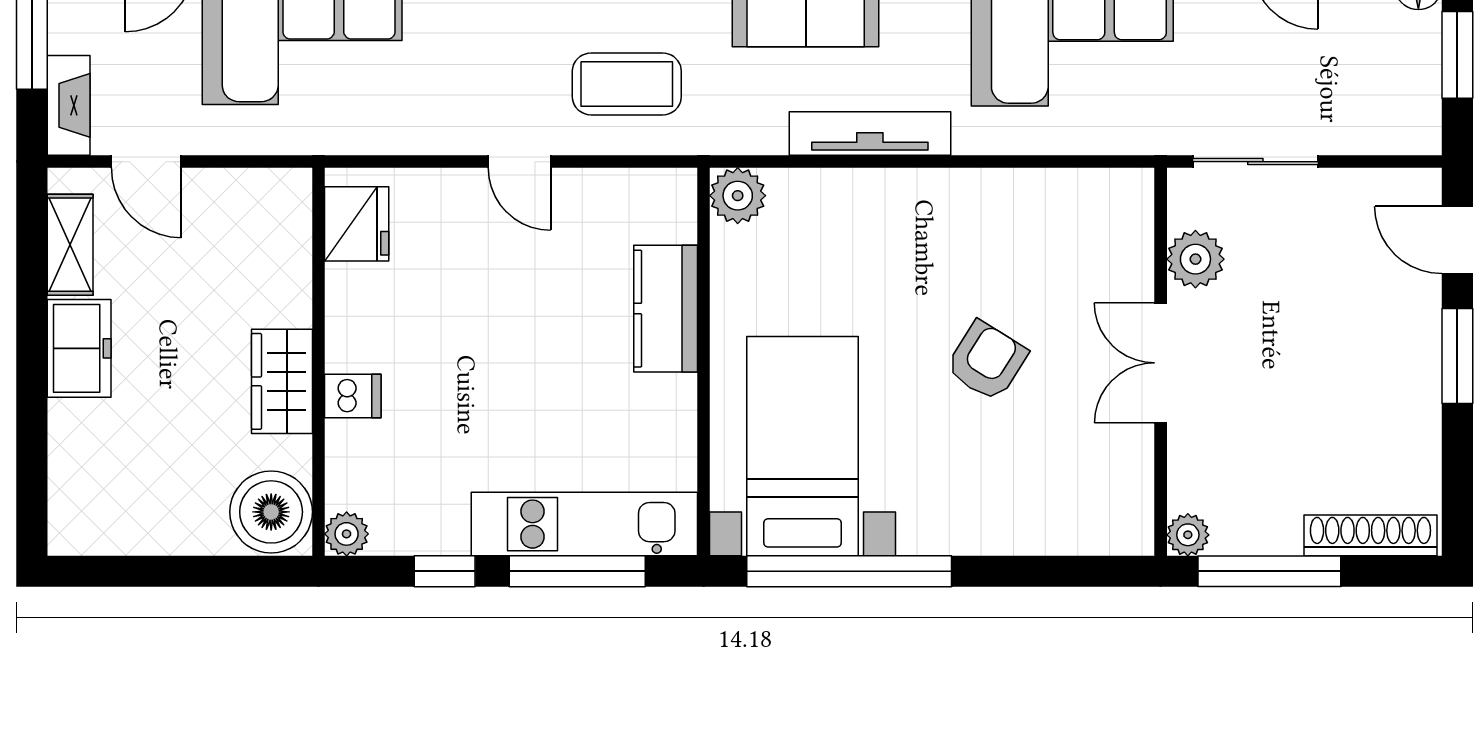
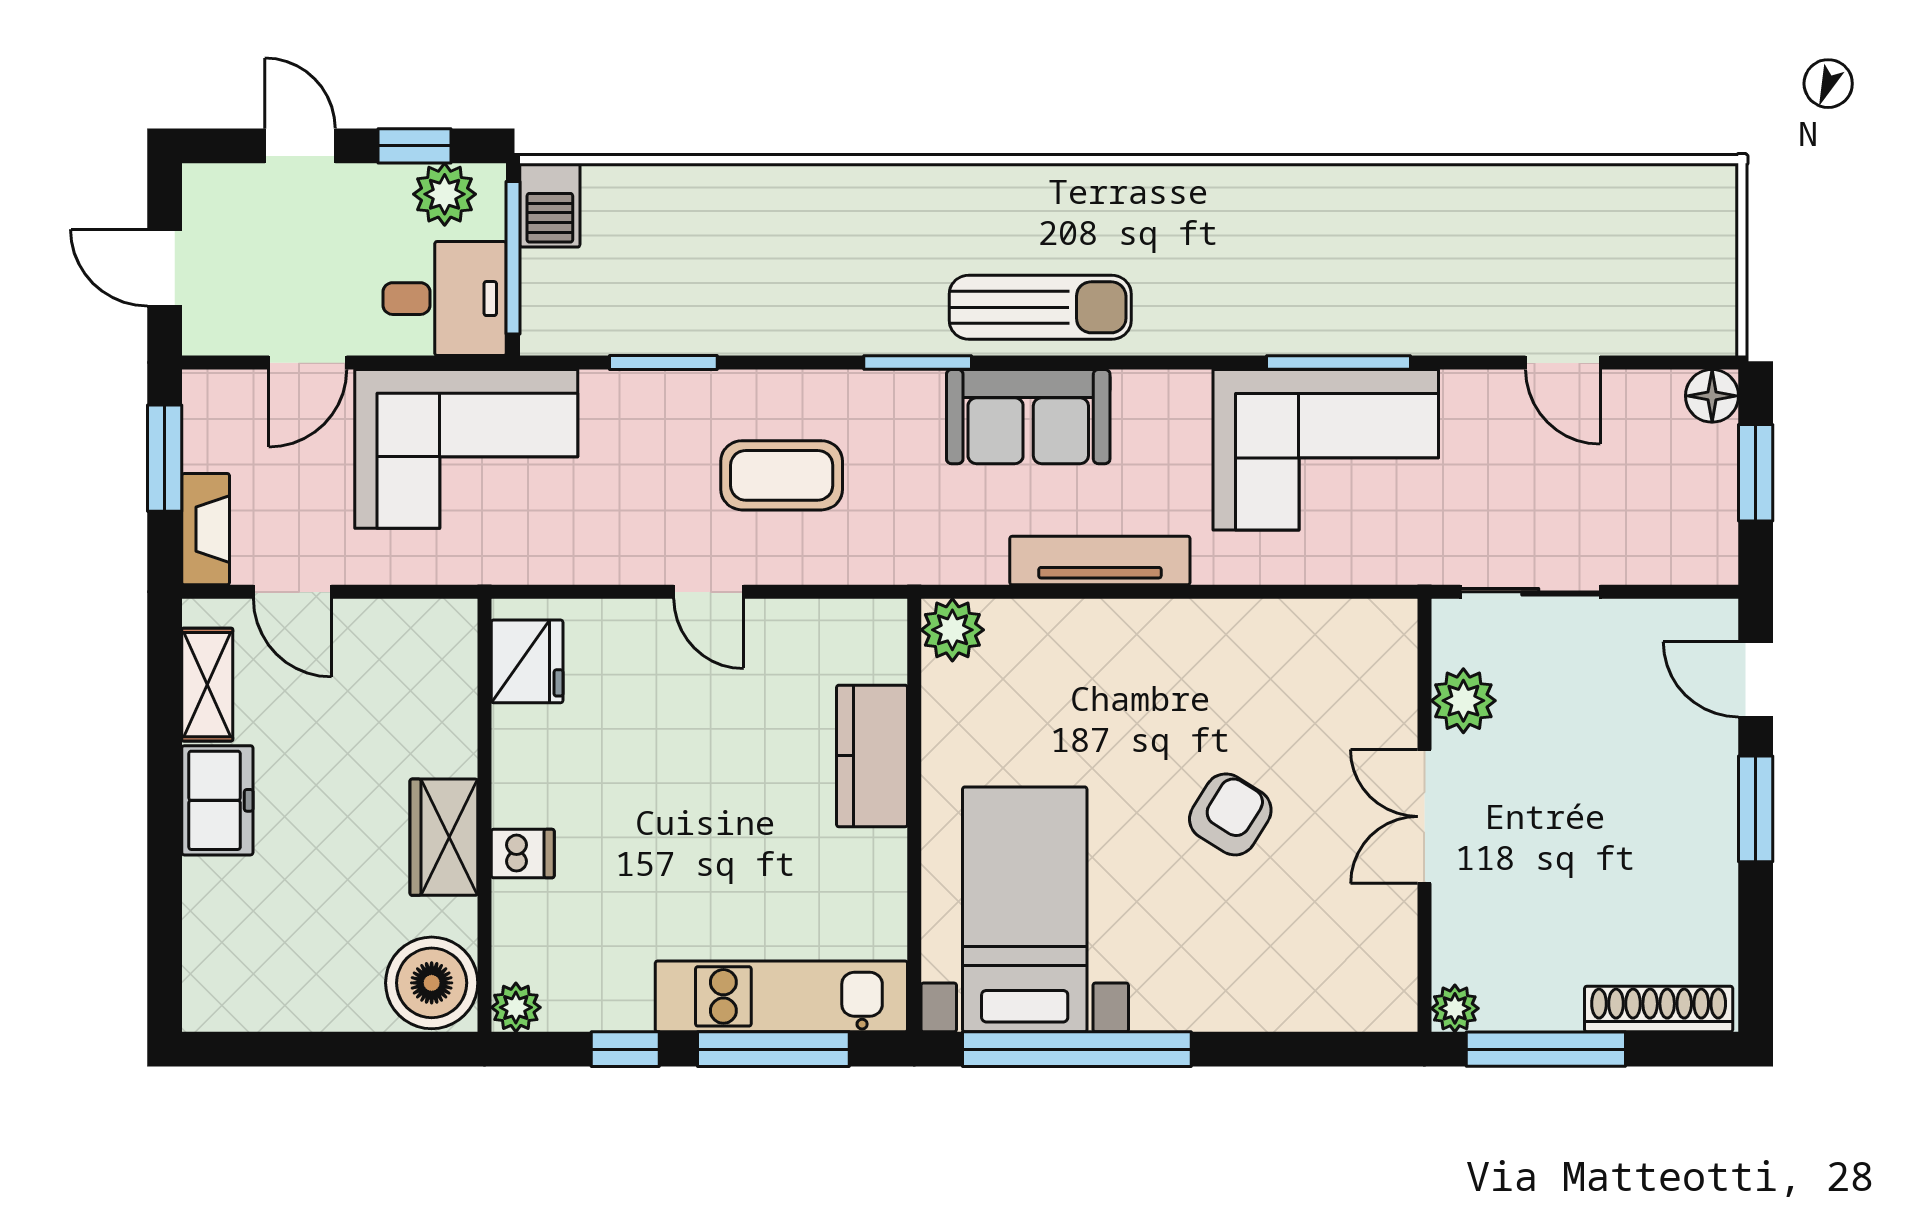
coffee table: (627, 84) -> (782, 475), moved

